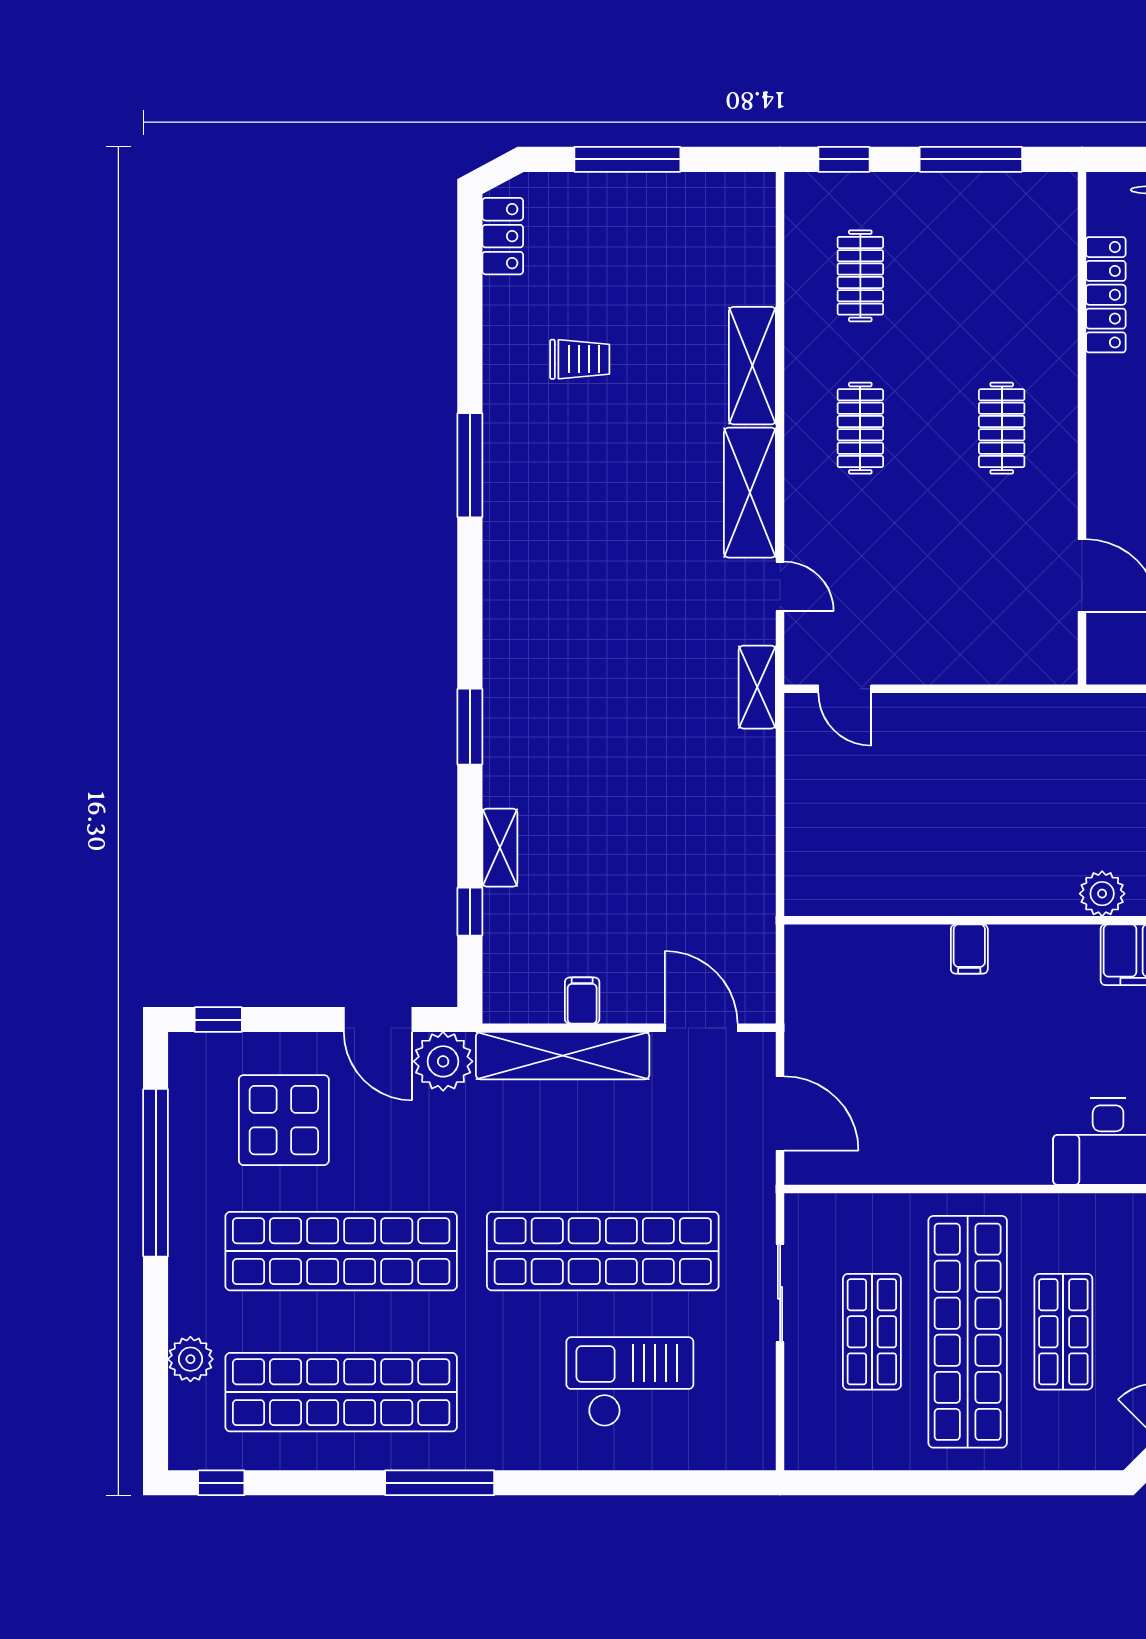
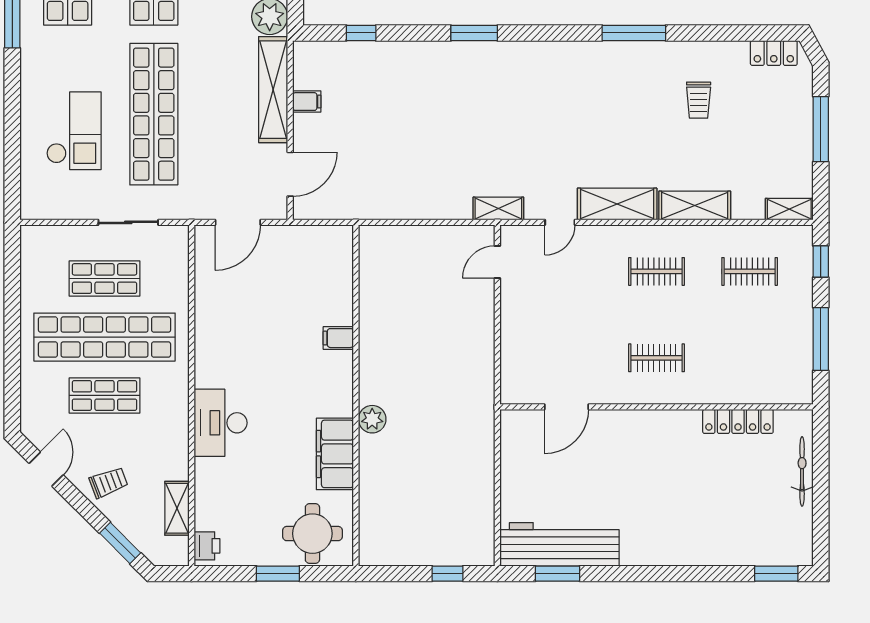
shelving: (500, 848) -> (789, 209), moved

